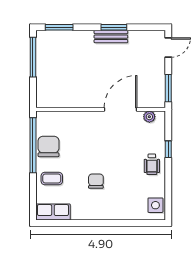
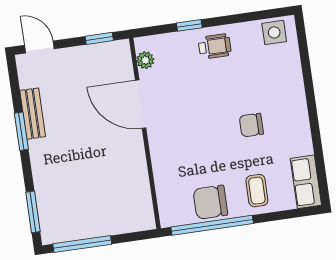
bench: (111, 37) -> (33, 114), moved
window: (168, 88) -> (99, 38), width x0.67

